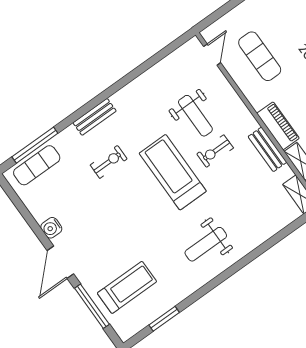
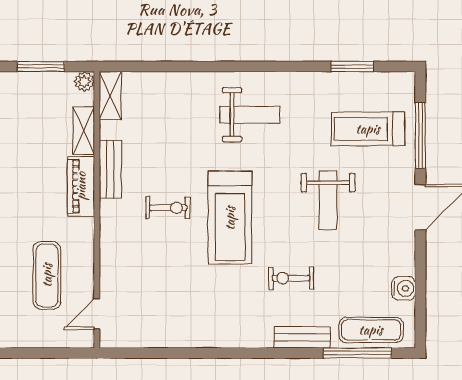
weight bench: (195, 116) -> (328, 200), moved, turned 180
bench: (95, 117) -> (302, 337), moved
water cooler: (51, 228) -> (404, 288), moved

